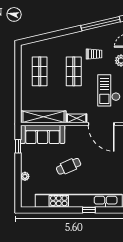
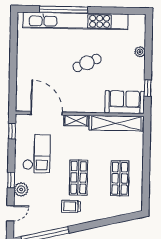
trolley: (94, 54) -> (71, 206), moved
sofa: (43, 134) -> (125, 102), width x0.73
window: (89, 210) -> (64, 10), width x3.17

